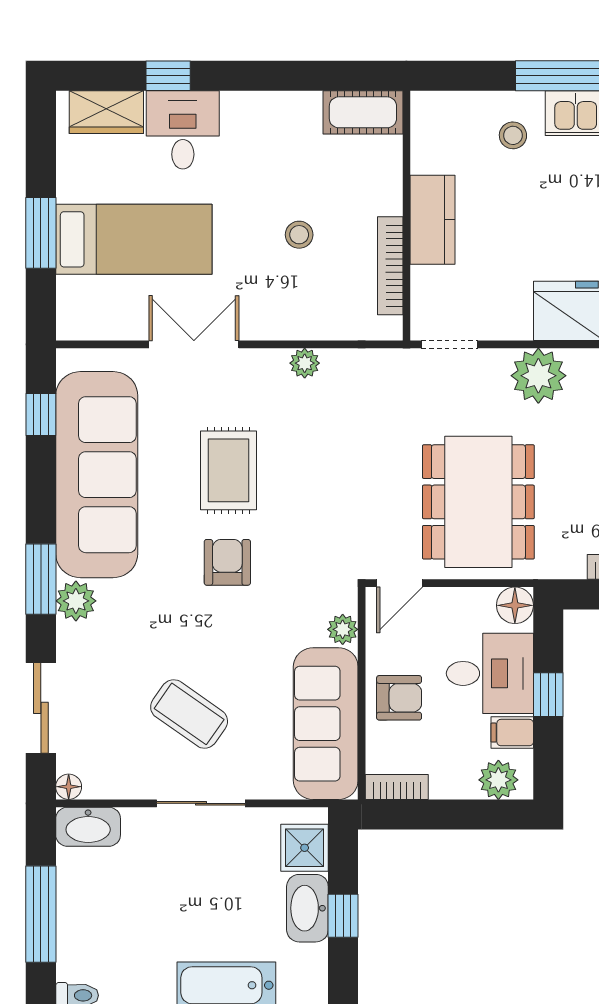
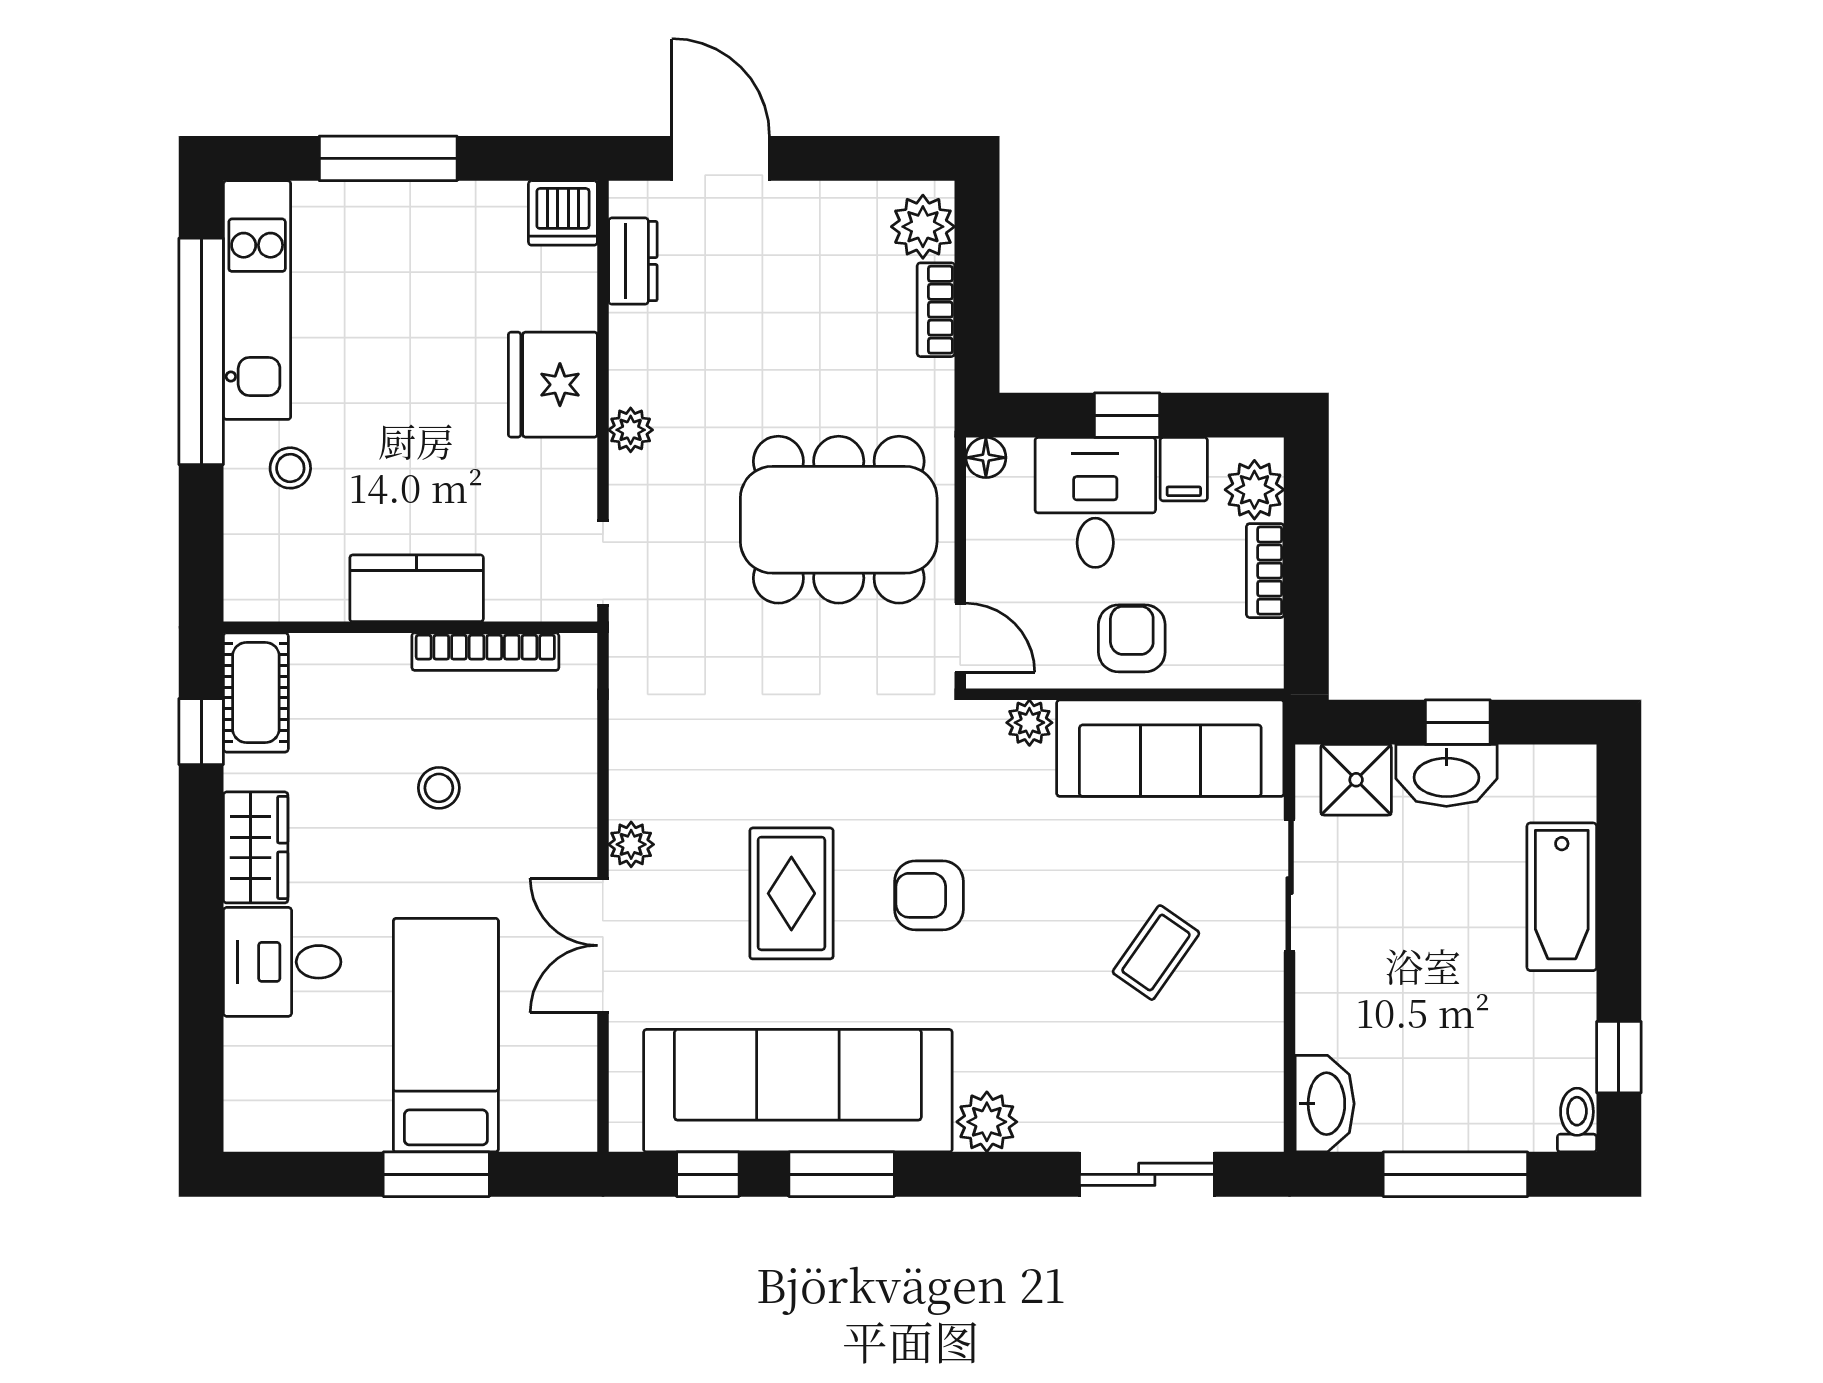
window: (168, 76) -> (201, 732), moved
wardrobe: (106, 112) -> (256, 847), moved
plant: (305, 363) -> (631, 844), moved
plant: (538, 376) -> (631, 430), width x0.53, depth x0.53
rug: (229, 470) -> (791, 893), turned 90
window: (41, 579) -> (842, 1174), moved
floor lamp: (515, 605) -> (986, 458), width x0.73, depth x0.73
coffee table: (189, 714) -> (1156, 953), width x0.73, depth x0.77
floor lamp: (69, 787) -> (1265, 1133), removed
bookcase: (397, 787) -> (1265, 571), moved
sliding door: (201, 803) -> (1290, 886), moved

